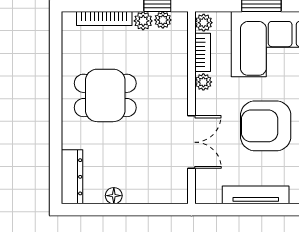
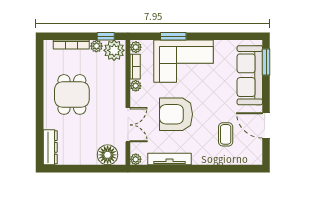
plant: (163, 20) -> (114, 50), width x1.87, depth x1.87
dining table: (105, 95) -> (72, 94), turned 90
plant: (203, 195) -> (136, 159), added
floor lamp: (114, 196) -> (108, 155), moved, width x1.89, depth x1.89

